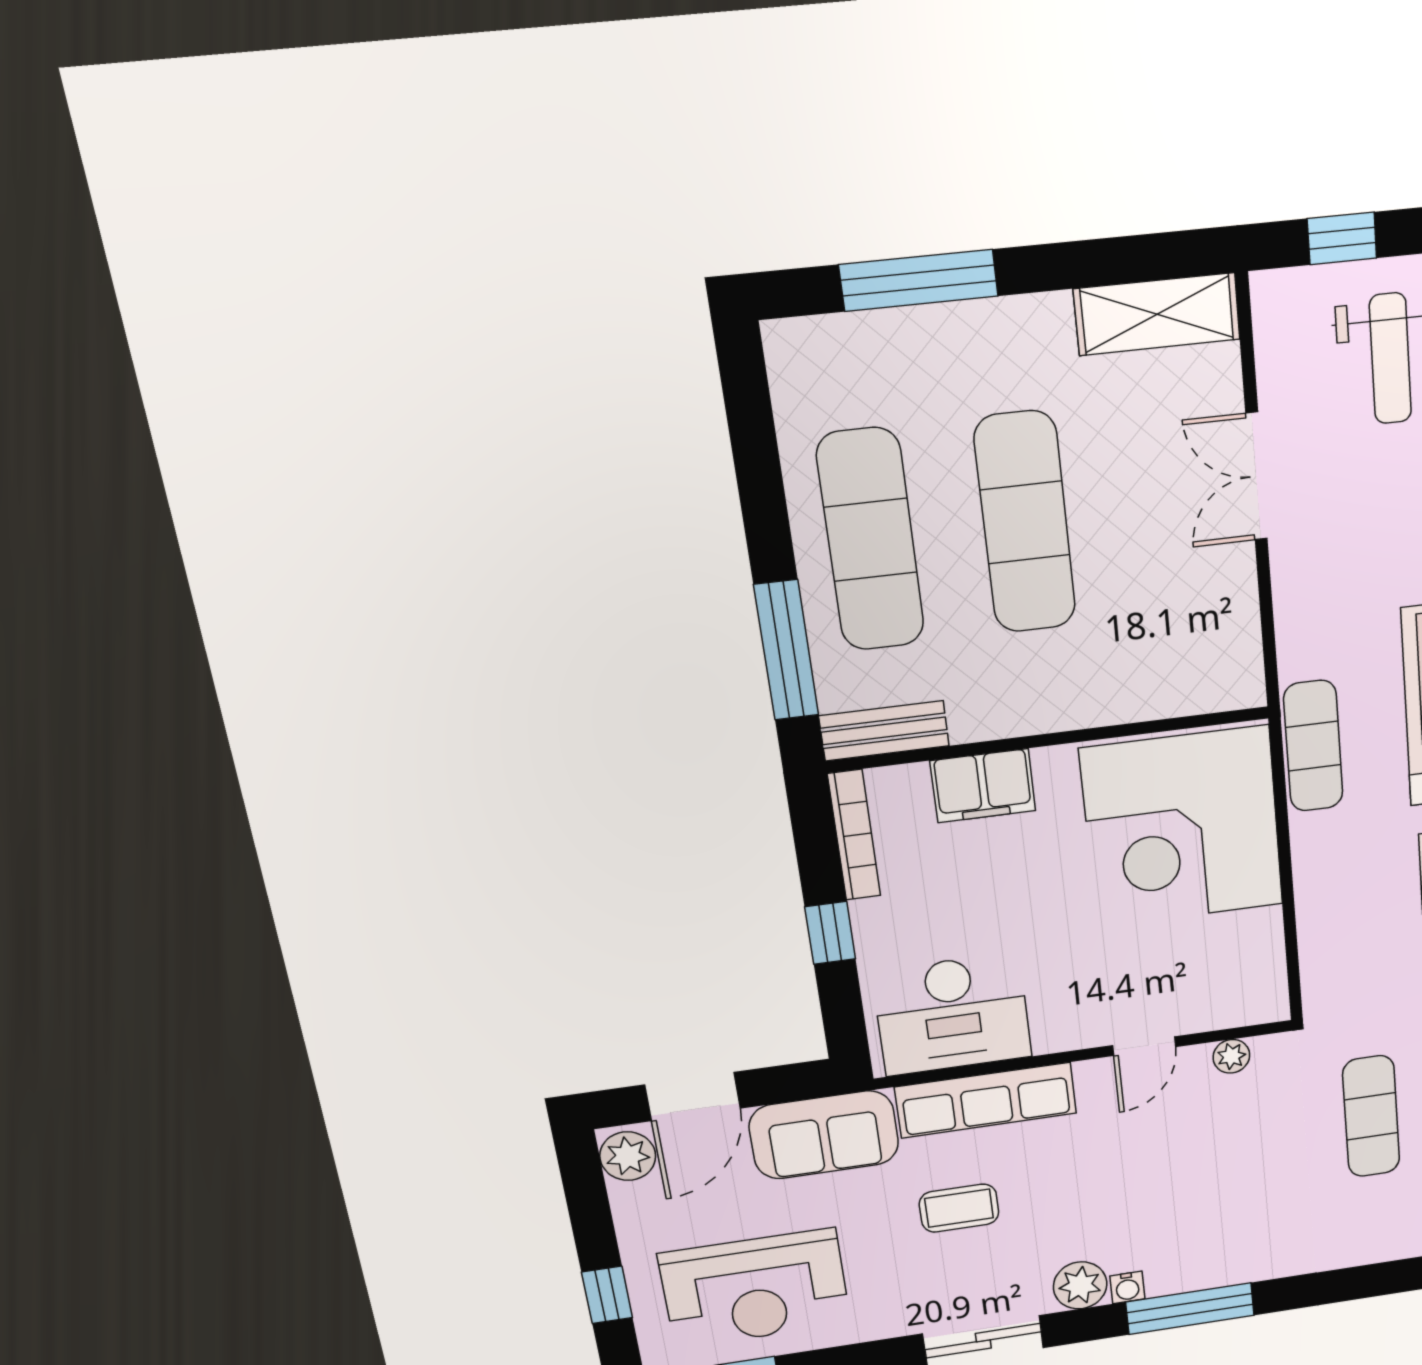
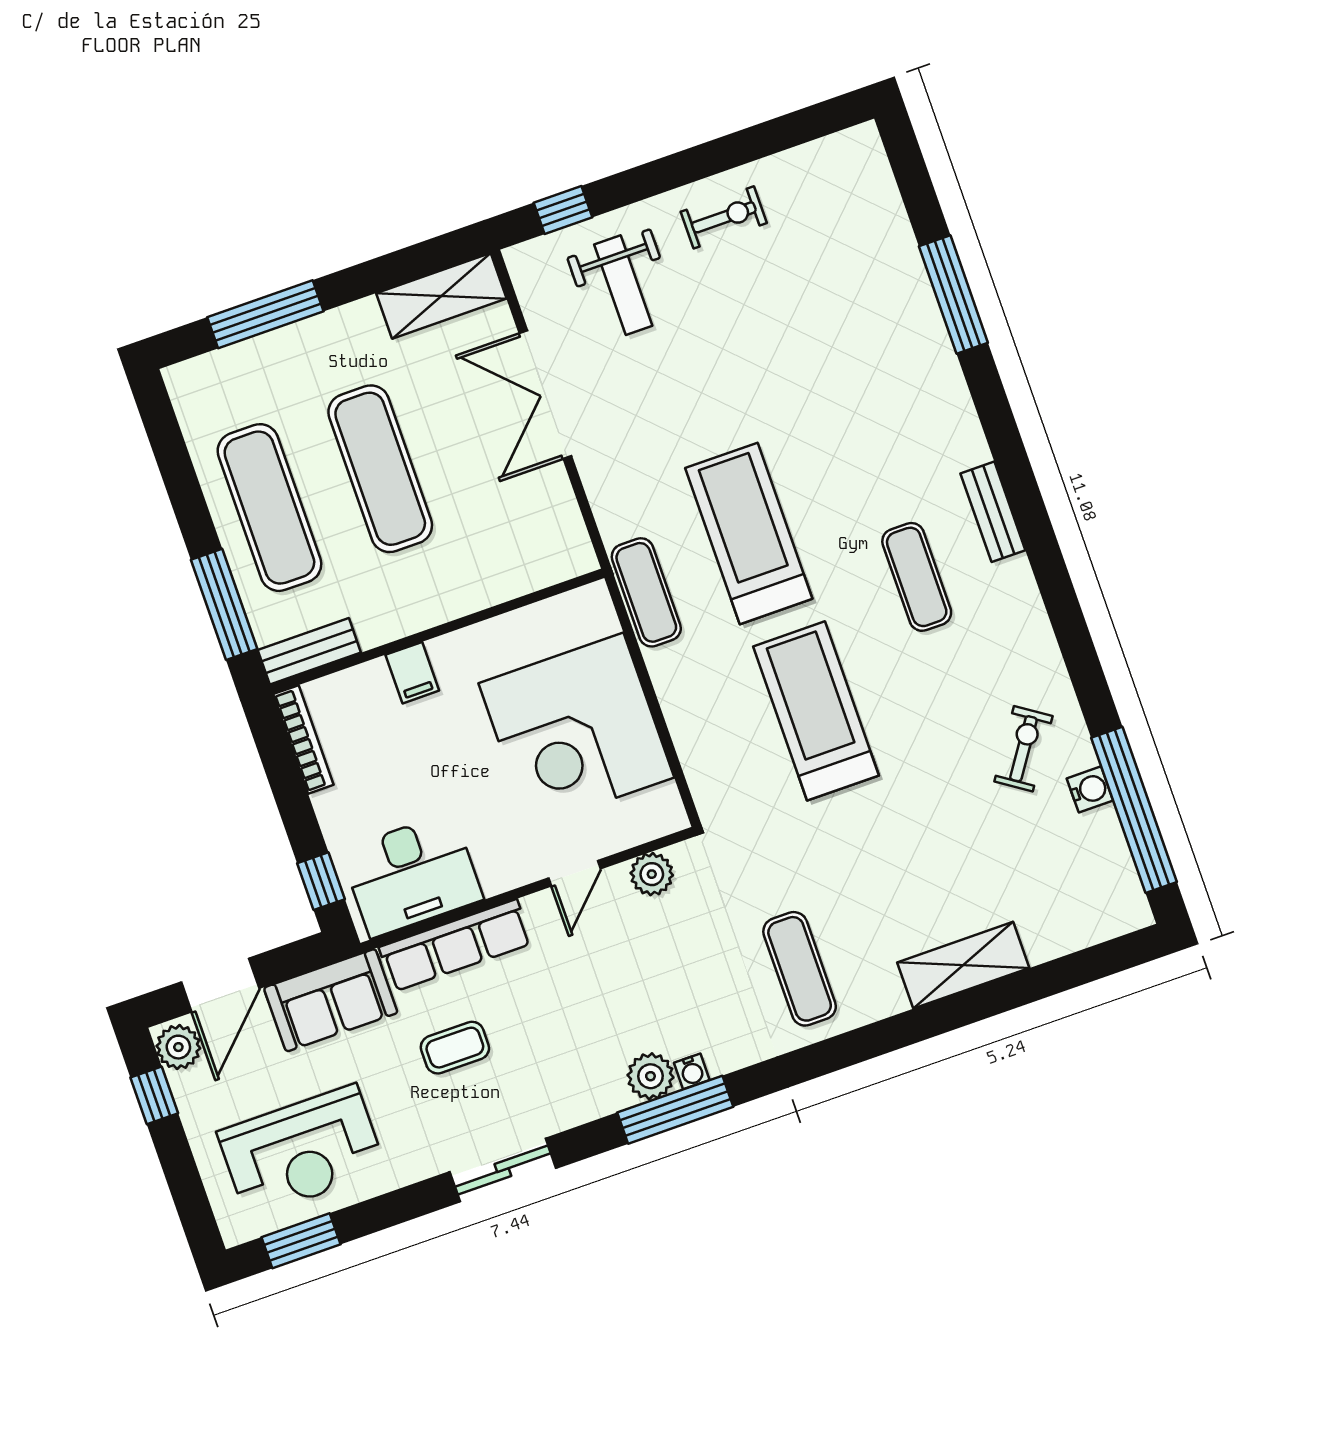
double door: (1256, 476) -> (545, 395), width x1.37
filing cabinet: (983, 786) -> (412, 673), width x0.50
corner desk: (1182, 827) -> (576, 730), moved
window: (830, 933) -> (321, 881), moved
plant: (1231, 1056) -> (652, 874), width x1.38, depth x1.38
exercise mat: (1371, 1116) -> (800, 969), moved
plant: (1080, 1285) -> (650, 1076), moved
water cooler: (1127, 1287) -> (692, 1071), moved
window: (607, 1295) -> (154, 1095), moved

